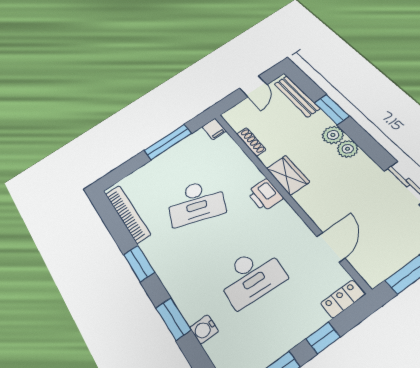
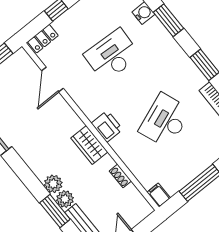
shoe rack: (251, 142) -> (120, 176), width x0.70
plant: (348, 149) -> (65, 199), moved
desk: (196, 202) -> (165, 121), turned -42

